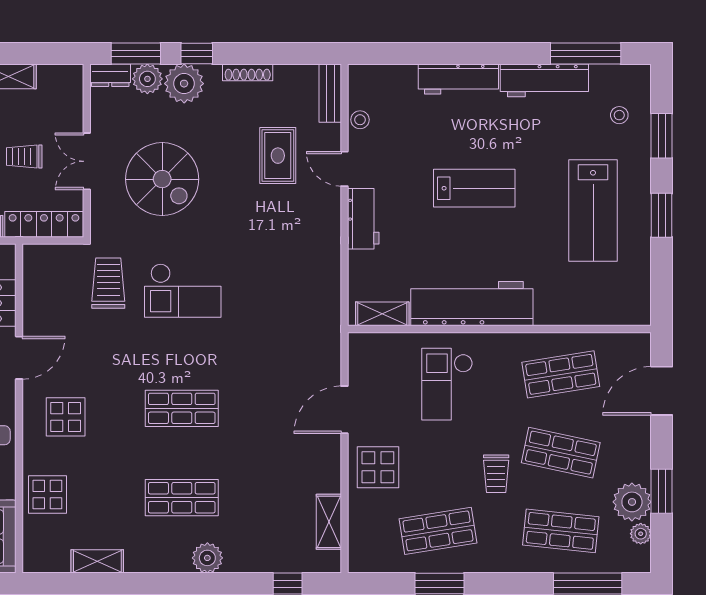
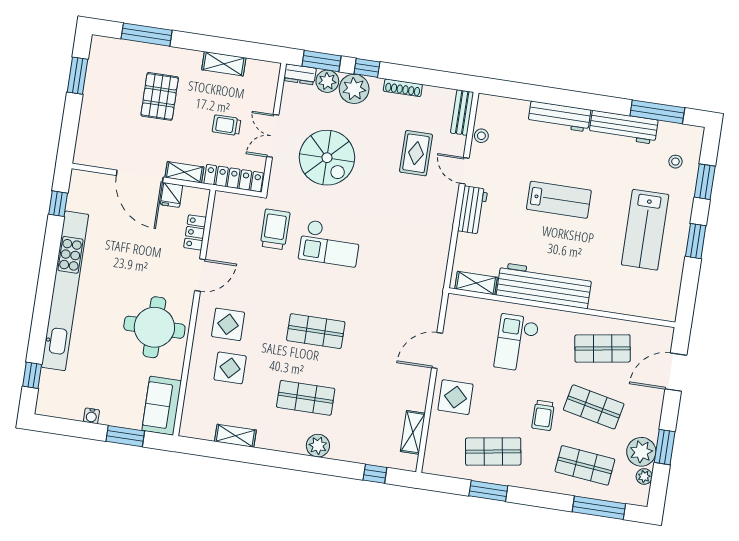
display table: (47, 495) -> (230, 368), moved

